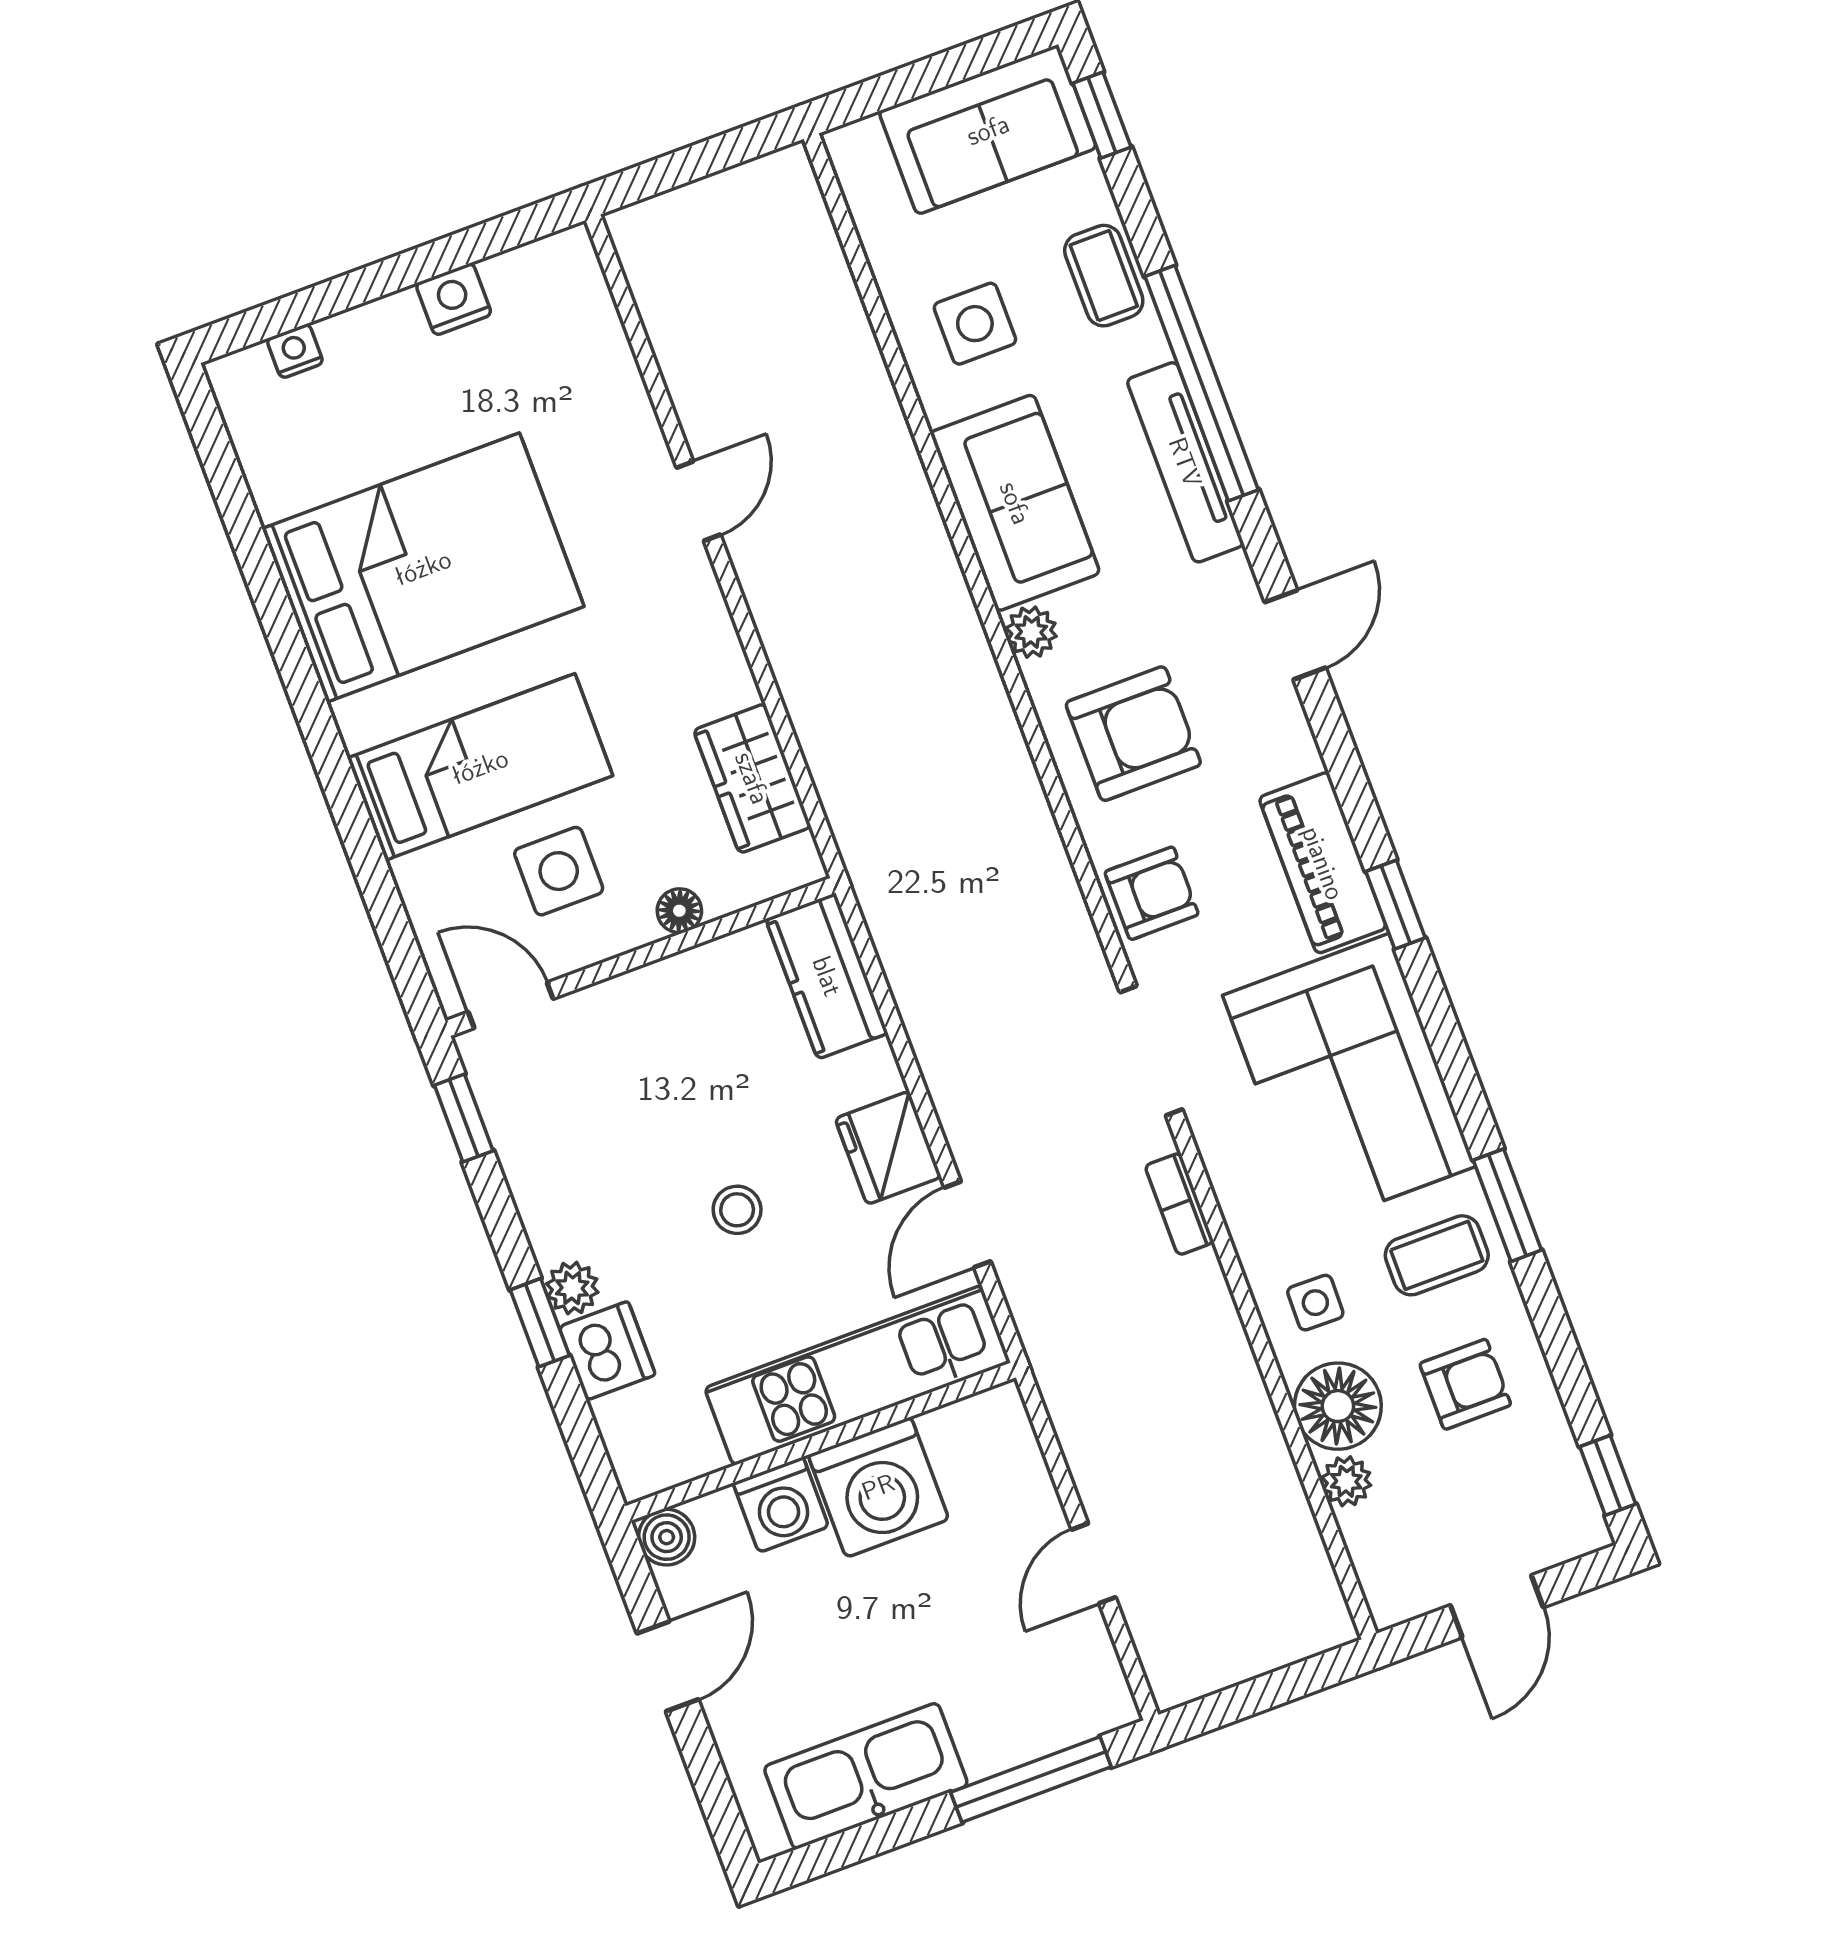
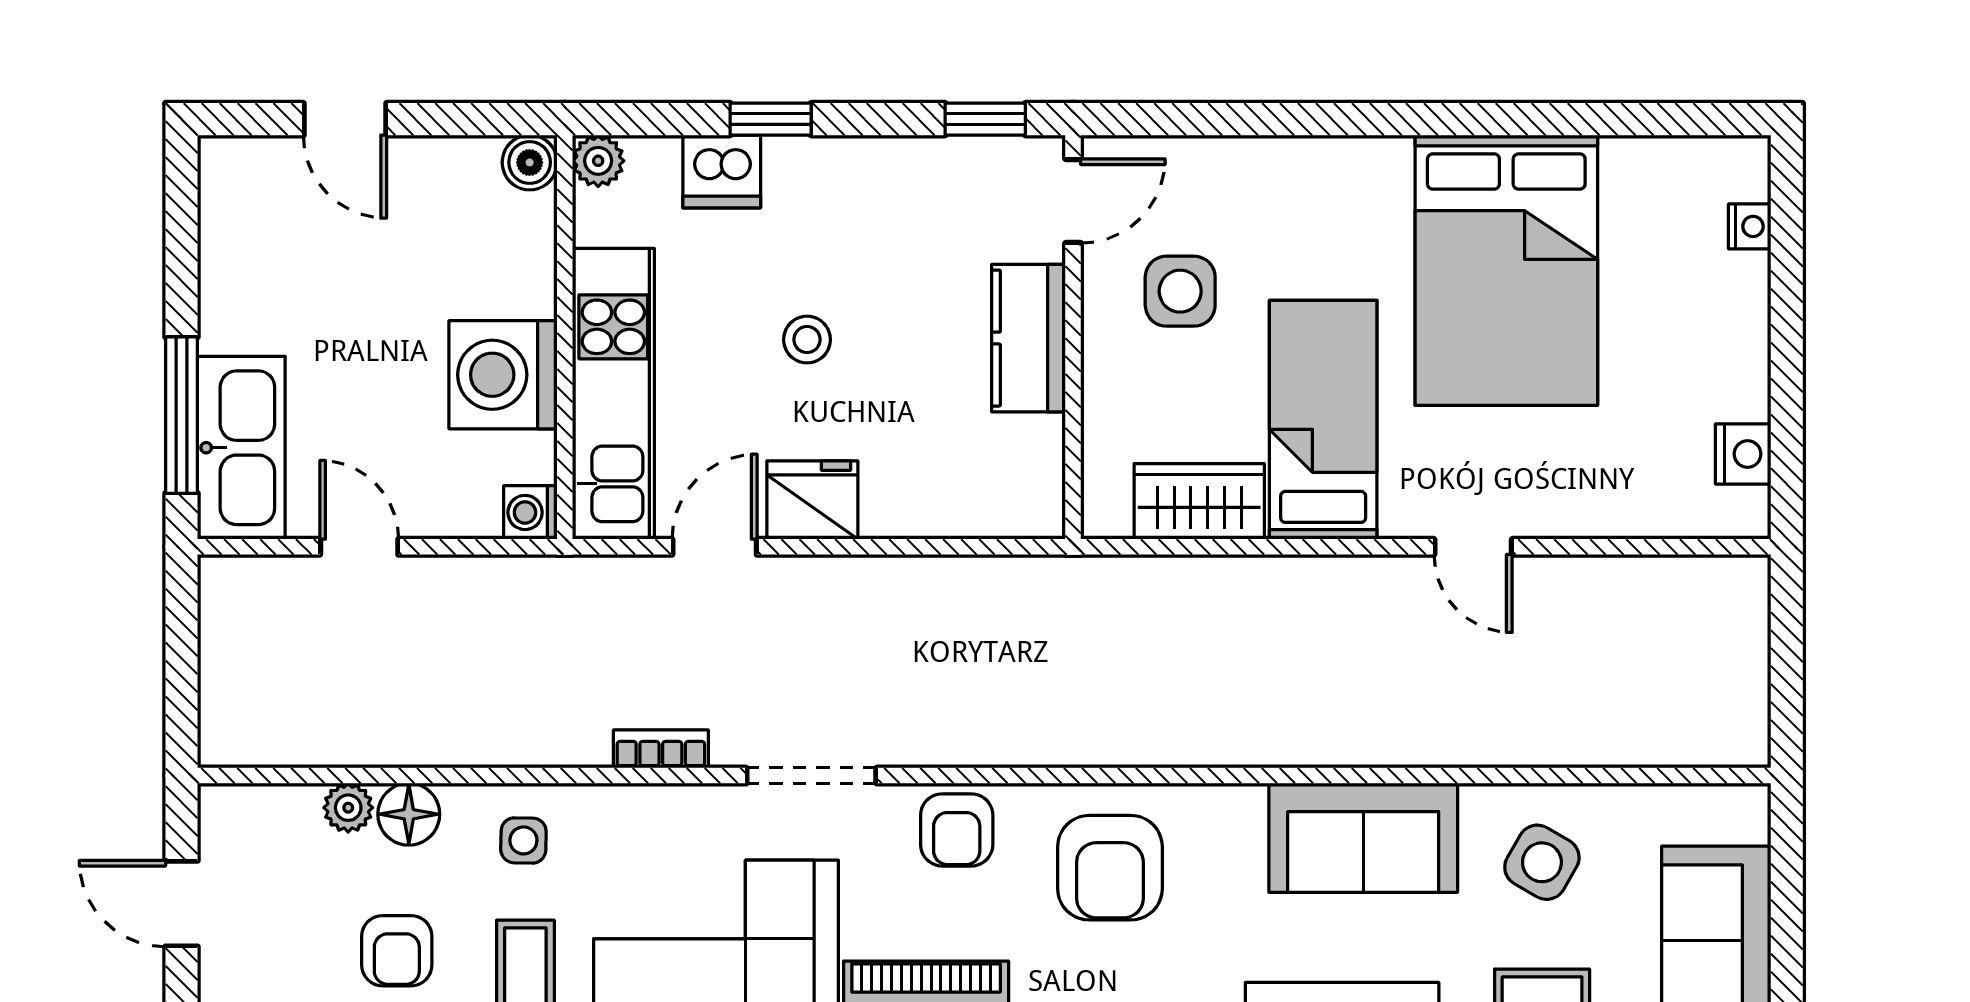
nightstand: (454, 299) -> (1743, 454), moved
side table: (975, 324) -> (1542, 862), turned 30
plant: (1031, 632) -> (1239, 808), removed
bed: (480, 767) -> (1323, 420), moved, turned 180
floor lamp: (679, 911) -> (1102, 389), removed
kitchen counter: (827, 976) -> (1029, 338), moved, turned -90
door: (968, 1224) -> (715, 547), hinge flipped
plant: (572, 1288) -> (598, 161), moved
floor lamp: (1338, 1406) -> (409, 814), width x0.73, depth x0.73
washing machine: (781, 1505) -> (530, 512), moved, width x0.73, depth x0.73
door: (668, 1666) -> (345, 119), moved
kitchen sink: (866, 1776) -> (241, 448), moved

